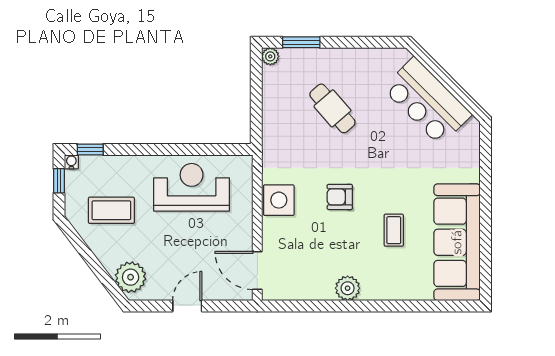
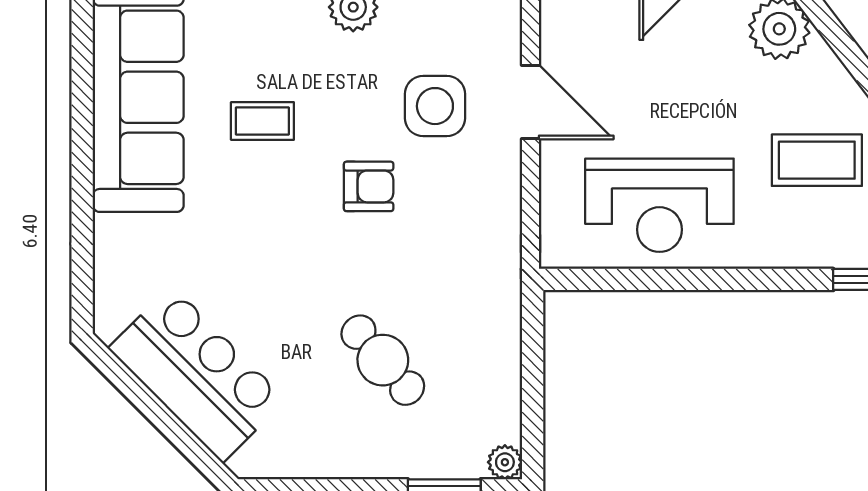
side table: (279, 200) -> (435, 106), moved
coffee table: (394, 230) -> (262, 121), turned 90
door: (257, 270) -> (530, 102), moved

